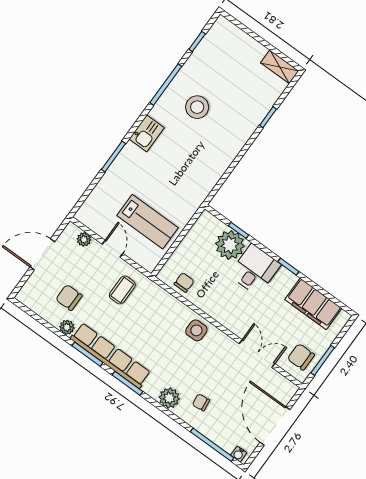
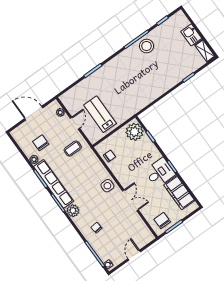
stool: (197, 107) -> (147, 46), moved
kitchen sink: (147, 133) -> (191, 35), moved, turned 90
lab bench: (148, 222) -> (100, 114), turned 180
plant: (230, 245) -> (135, 132), moved
desk: (255, 270) -> (160, 173), moved
double door: (257, 354) -> (130, 200), moved
plant: (169, 398) -> (73, 211), moved
door: (275, 426) -> (134, 255), width x0.53

